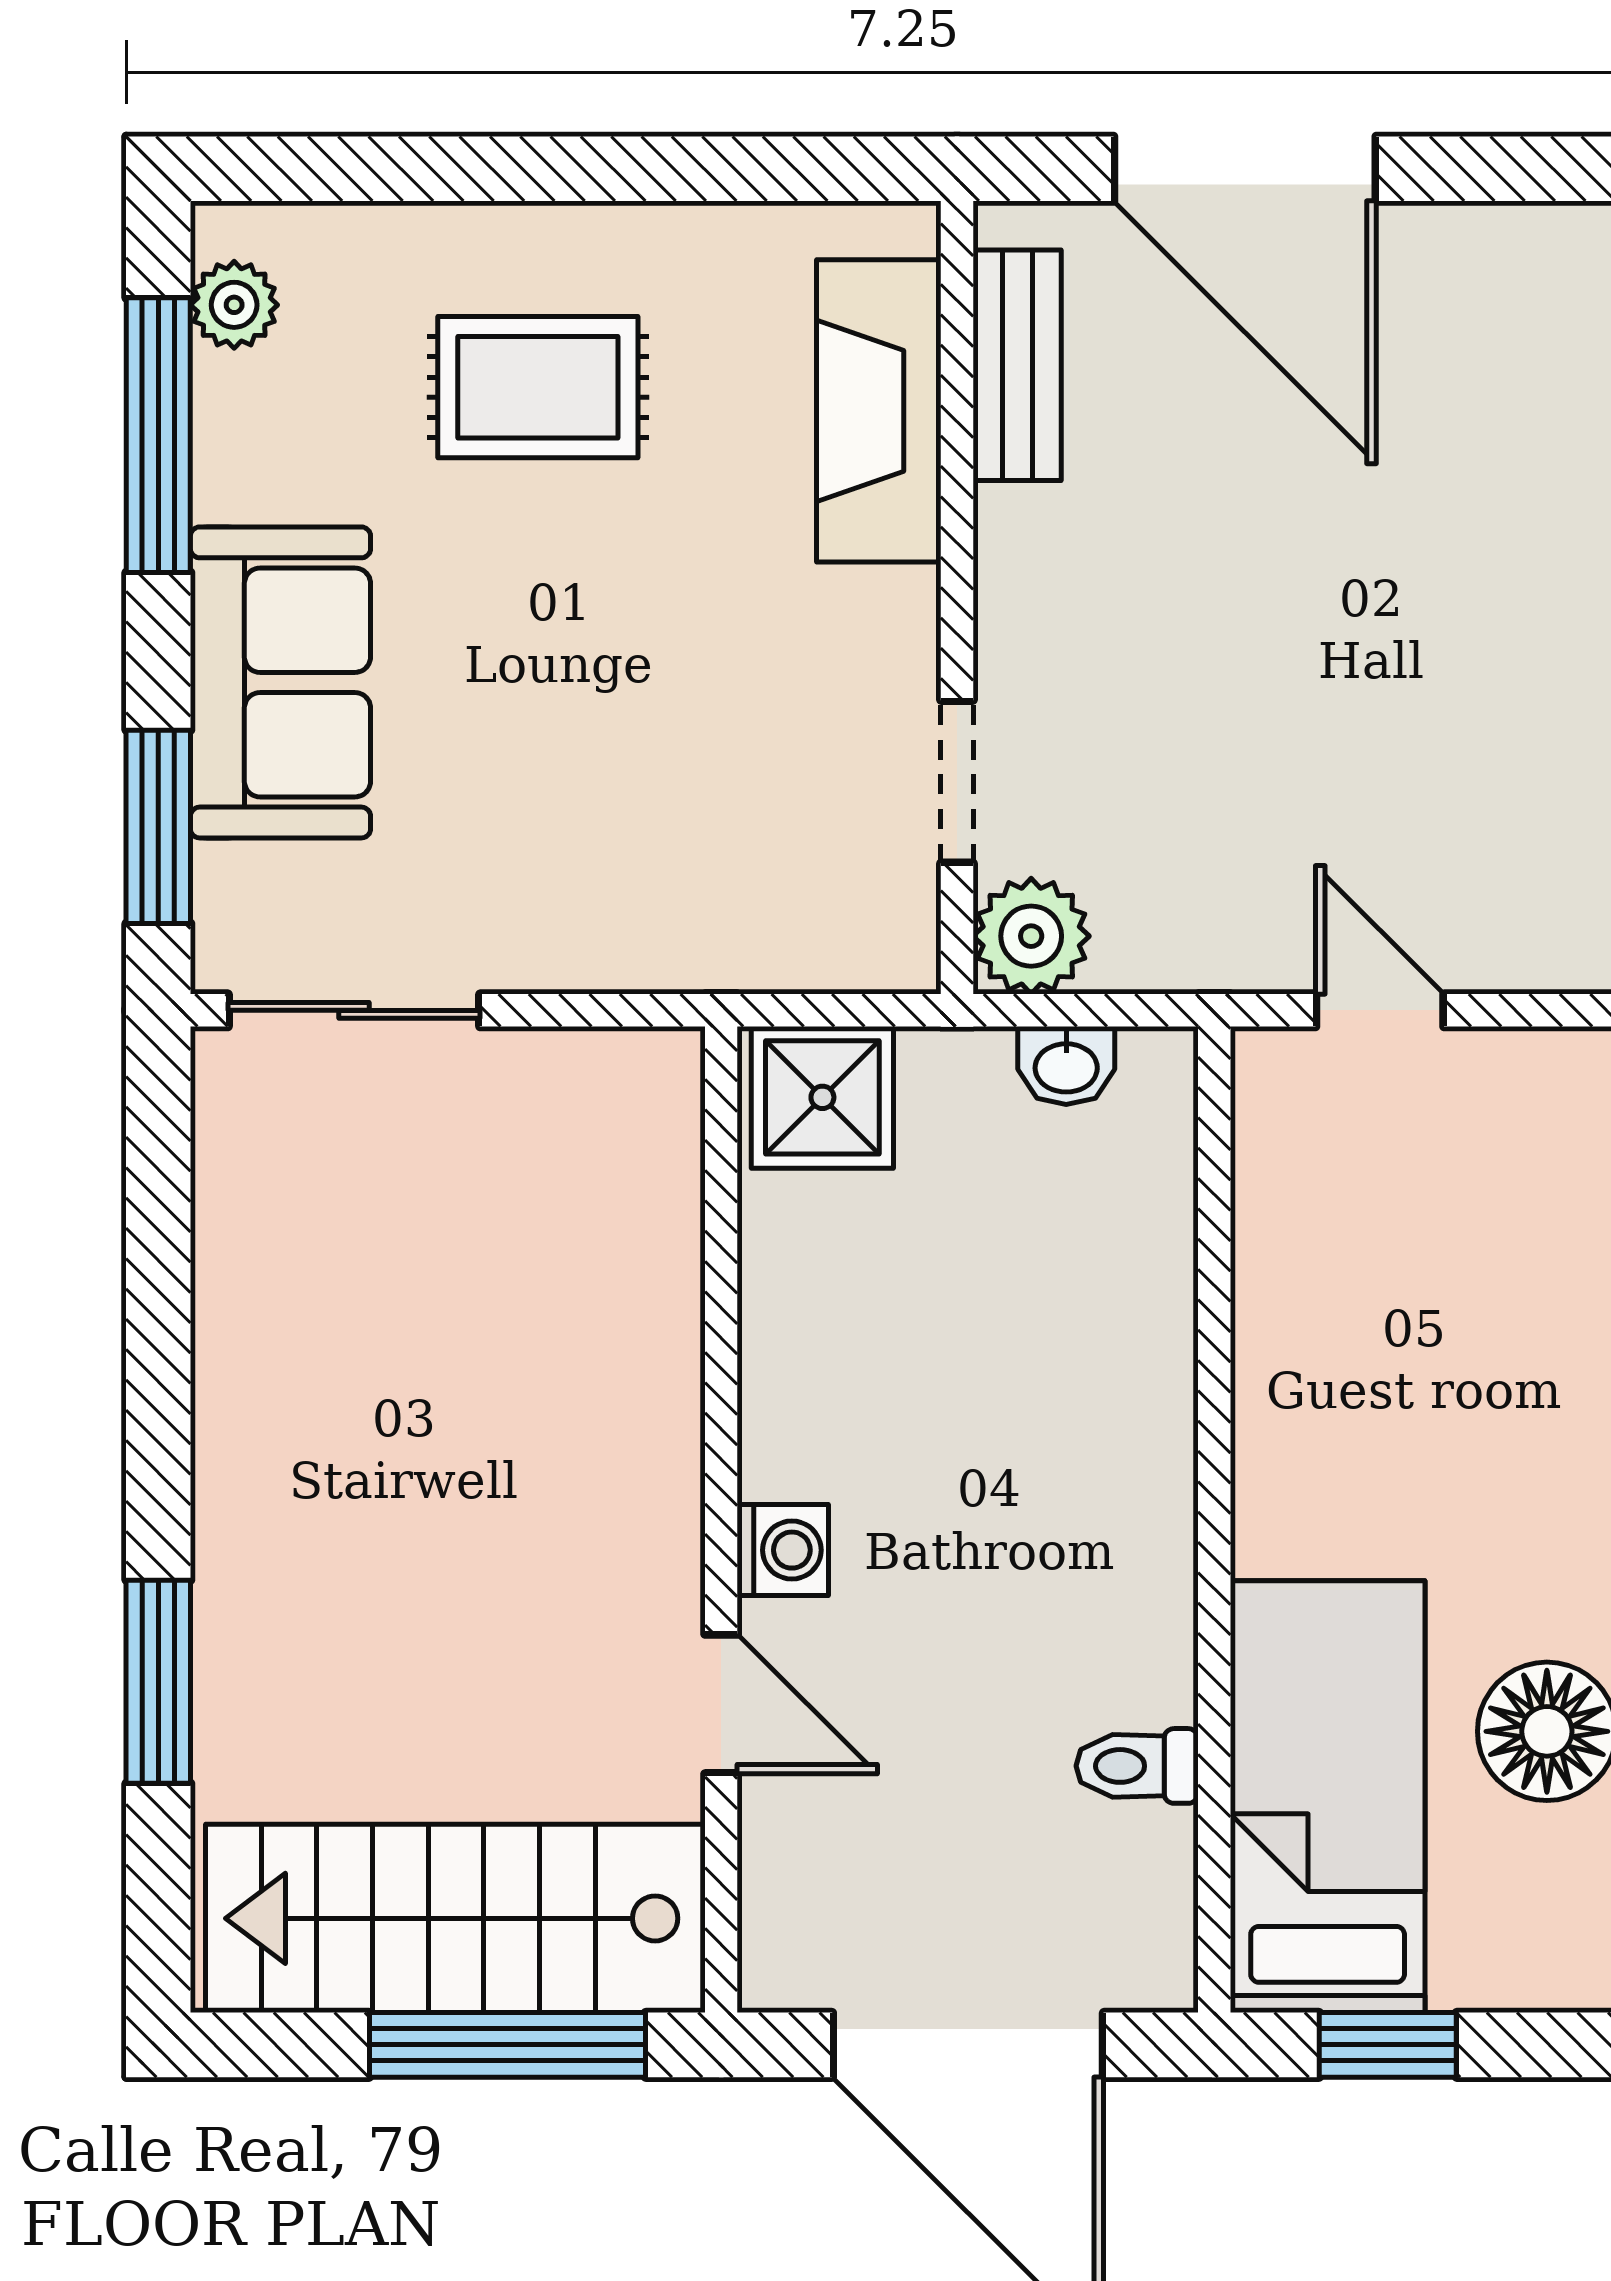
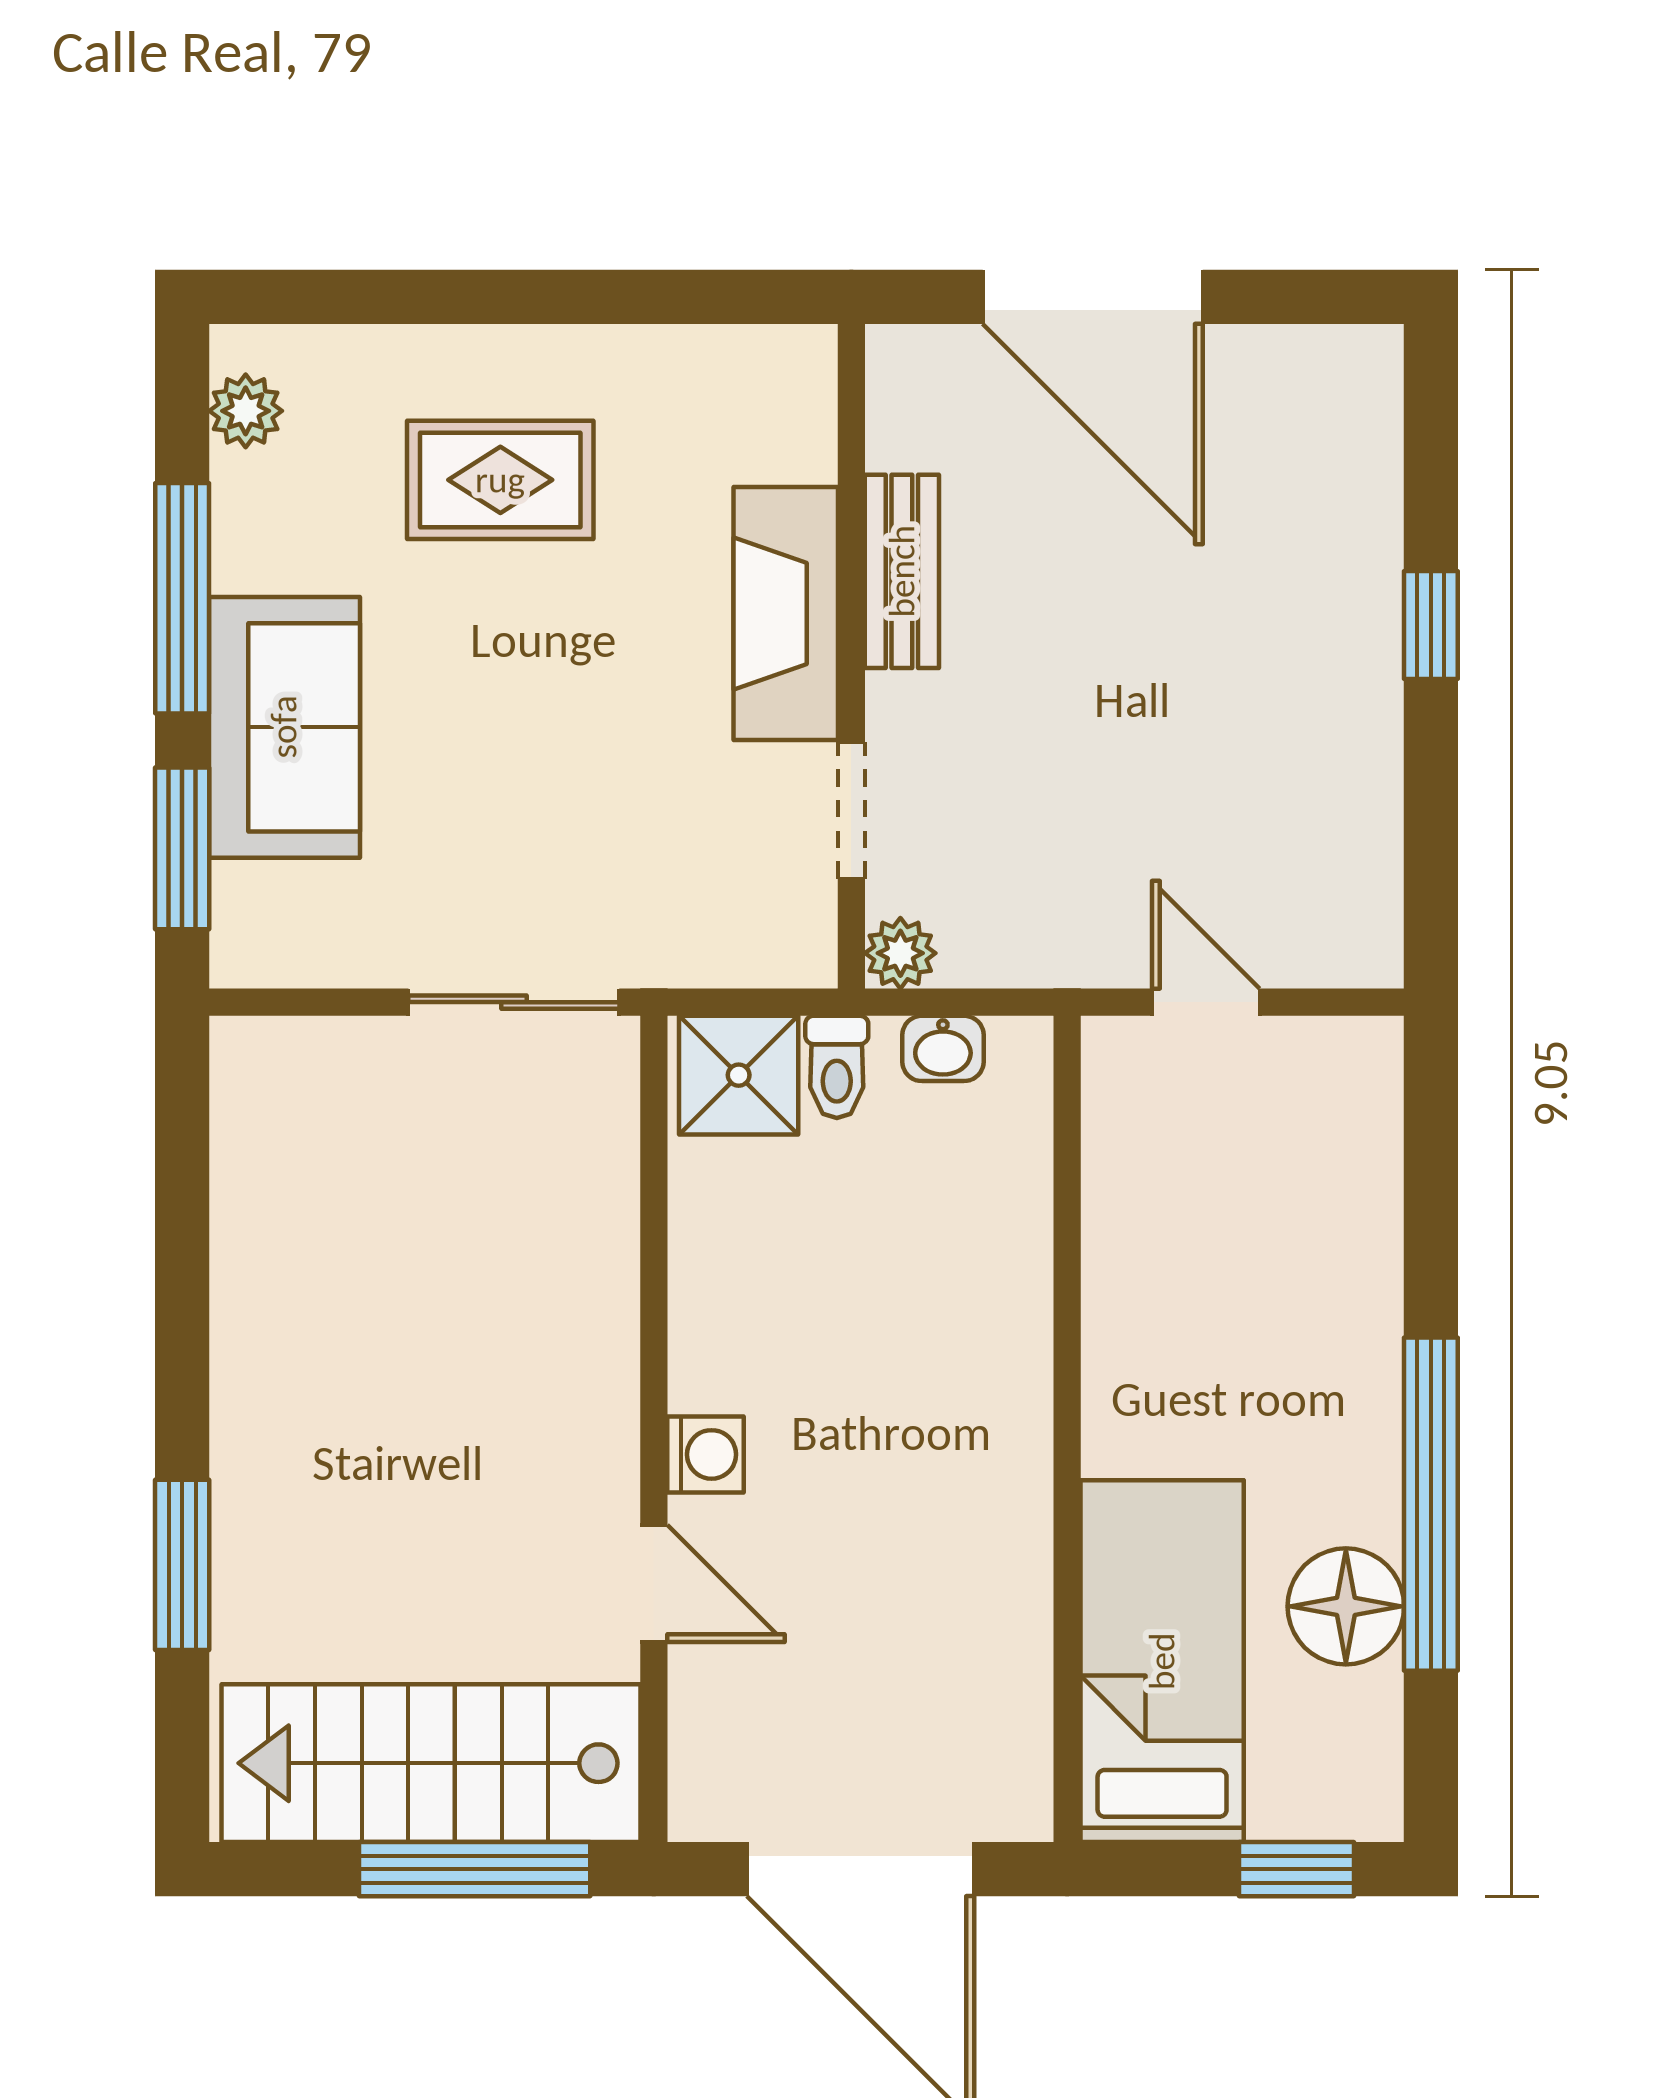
bench: (1017, 365) -> (902, 571), moved
fireplace: (879, 411) -> (786, 613), moved
window: (158, 435) -> (182, 598), moved
plant: (1031, 936) -> (900, 953), width x0.73, depth x0.73
sliding door: (354, 1010) -> (514, 1002), moved
toilet: (1137, 1766) -> (837, 1067), moved, turned -90
window: (1388, 2045) -> (1297, 1869), moved

